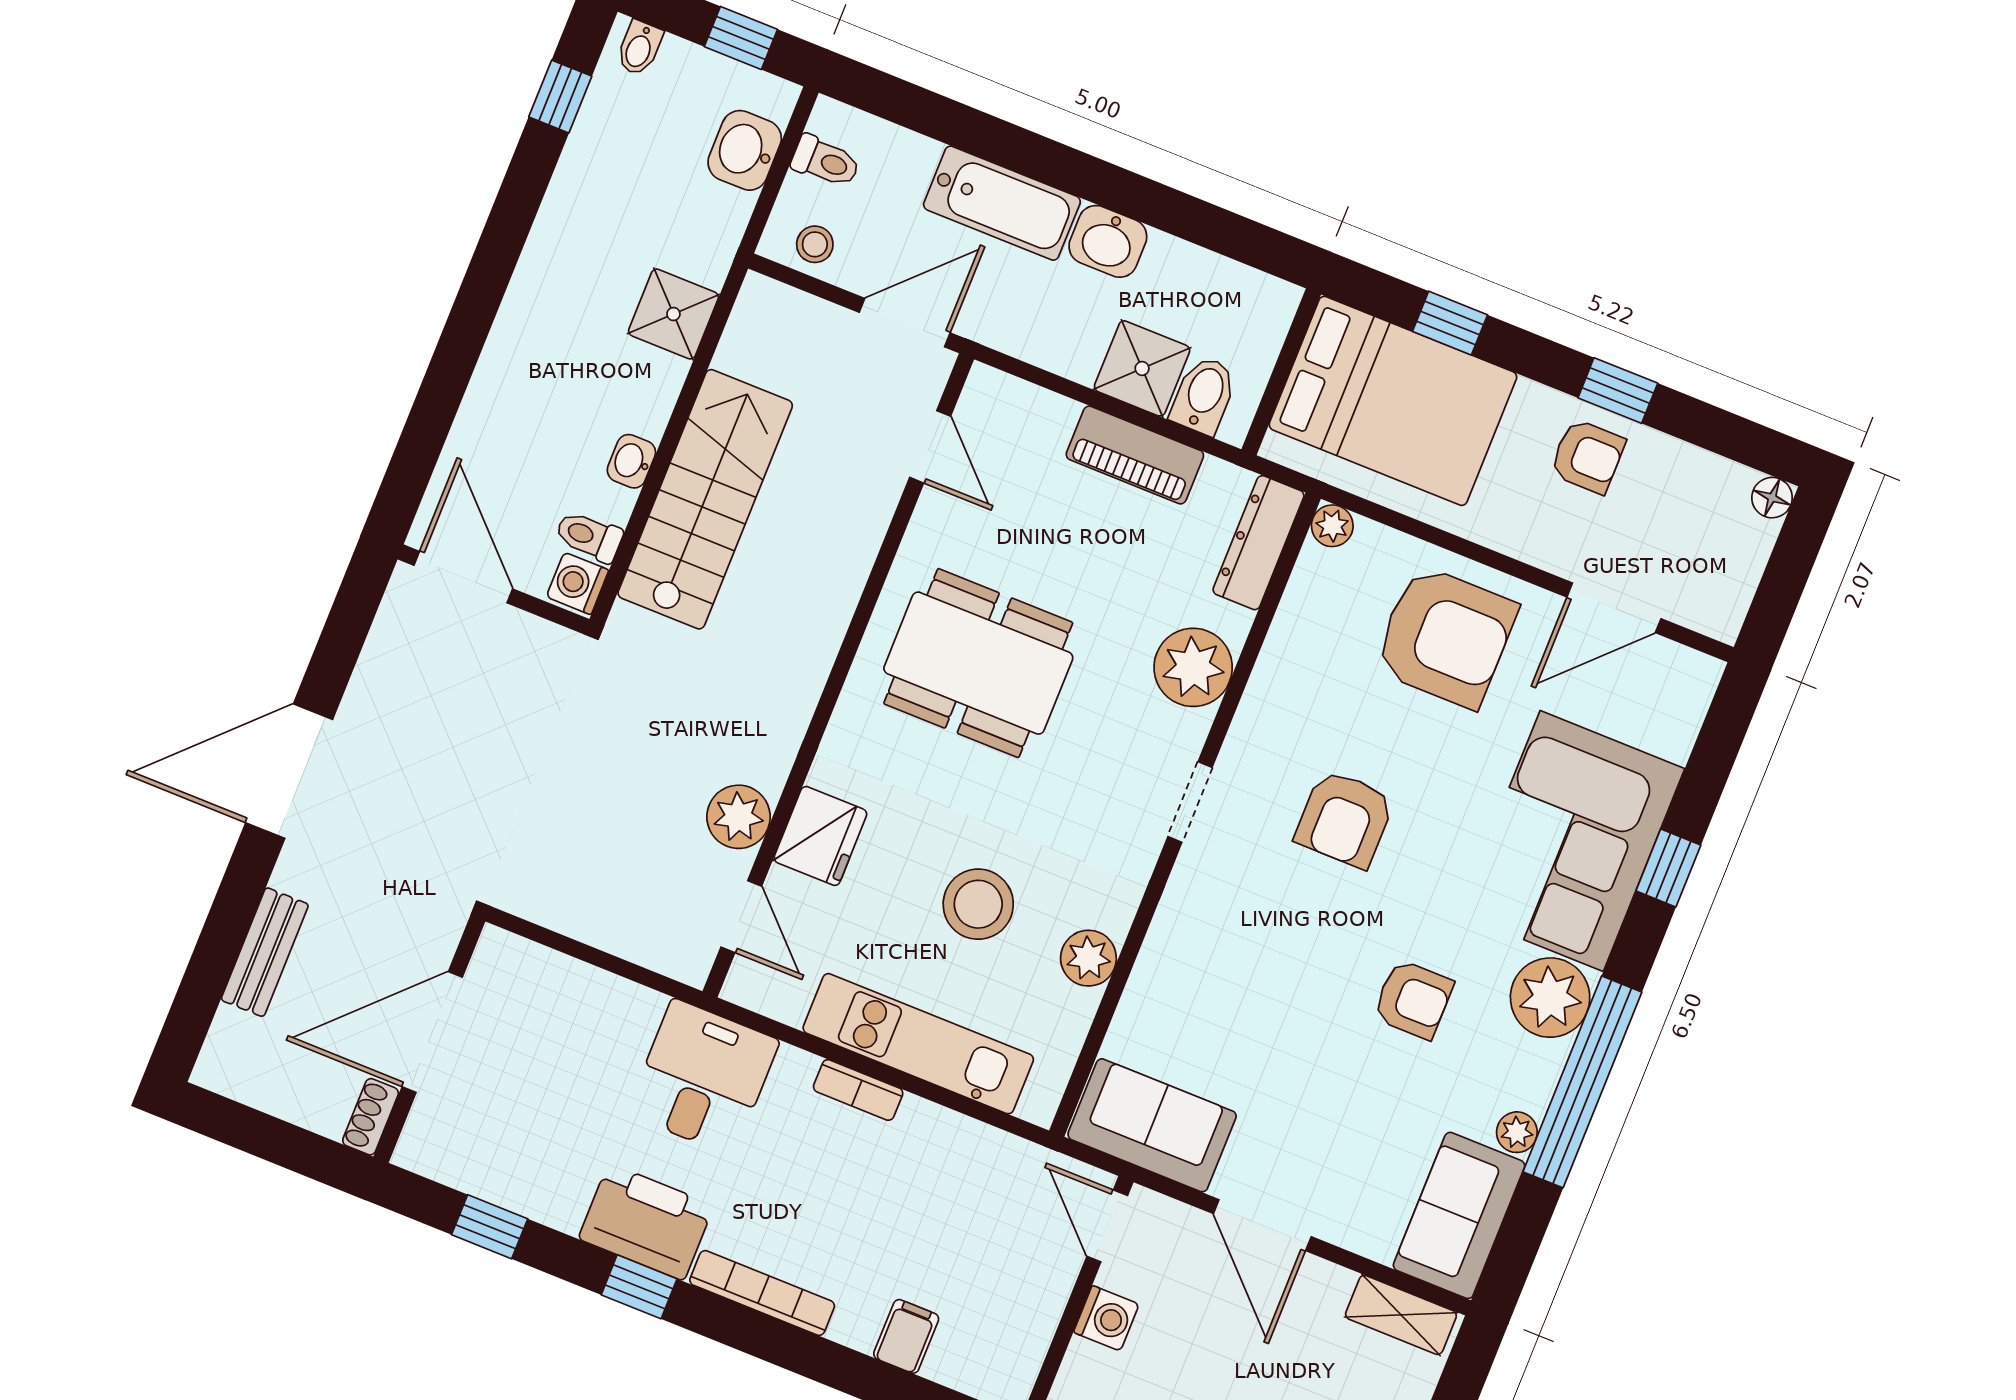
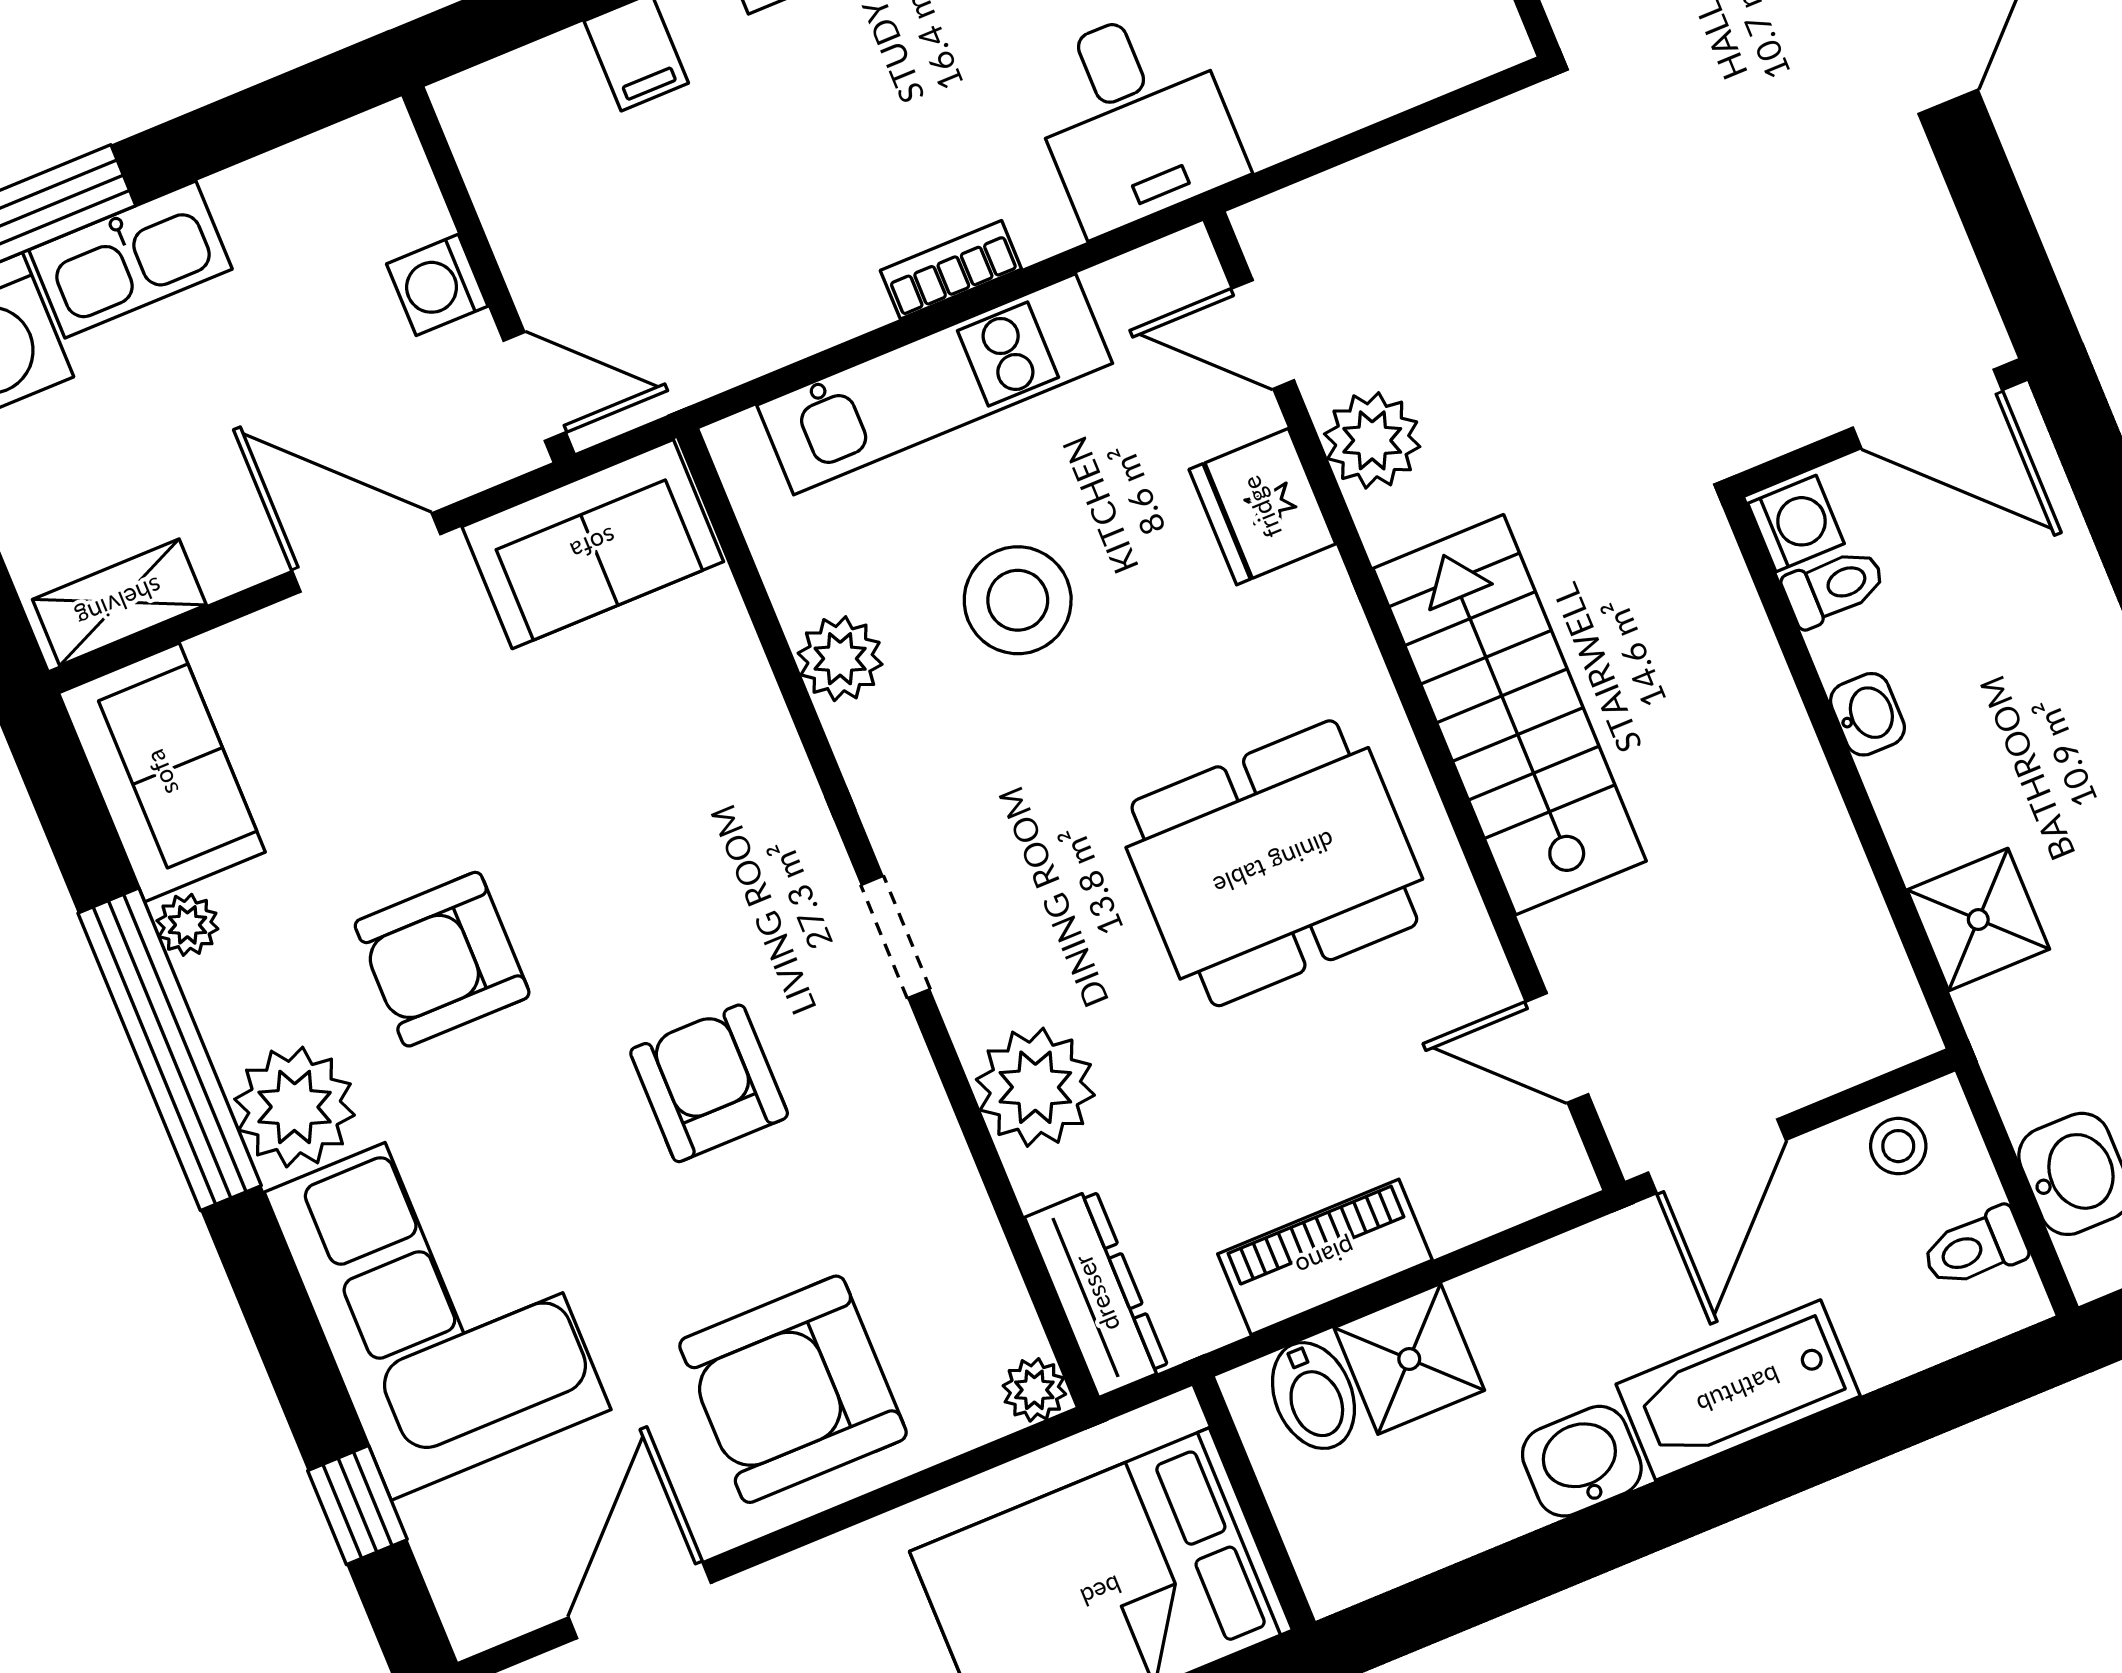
stairs: (705, 499) -> (1510, 715), moved, turned 180
window: (1668, 868) -> (357, 1505), moved
armchair: (1413, 999) -> (442, 959), width x1.38, depth x1.38

